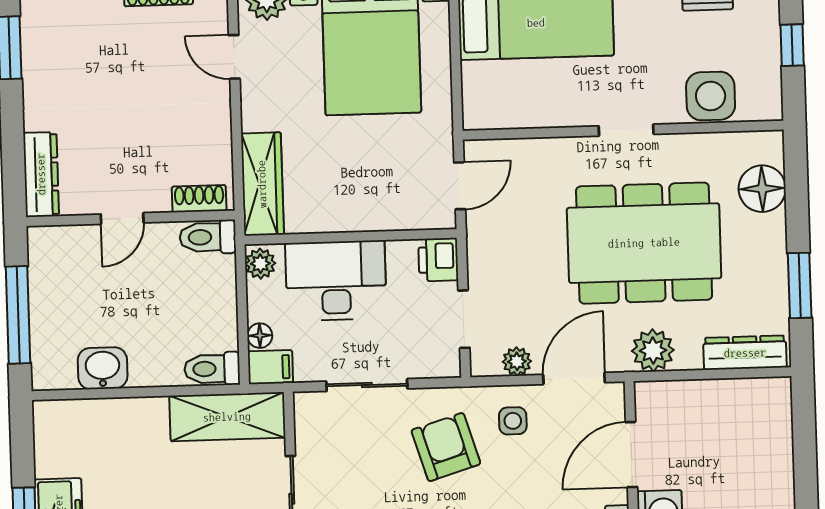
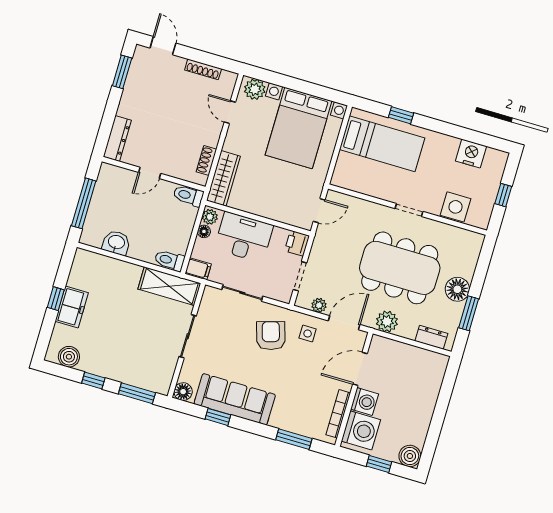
floor lamp: (762, 189) -> (457, 289), moved
shoe rack: (199, 199) -> (206, 160), moved, turned -90
floor lamp: (260, 336) -> (204, 231), moved
dresser: (745, 353) -> (431, 337), width x0.70

